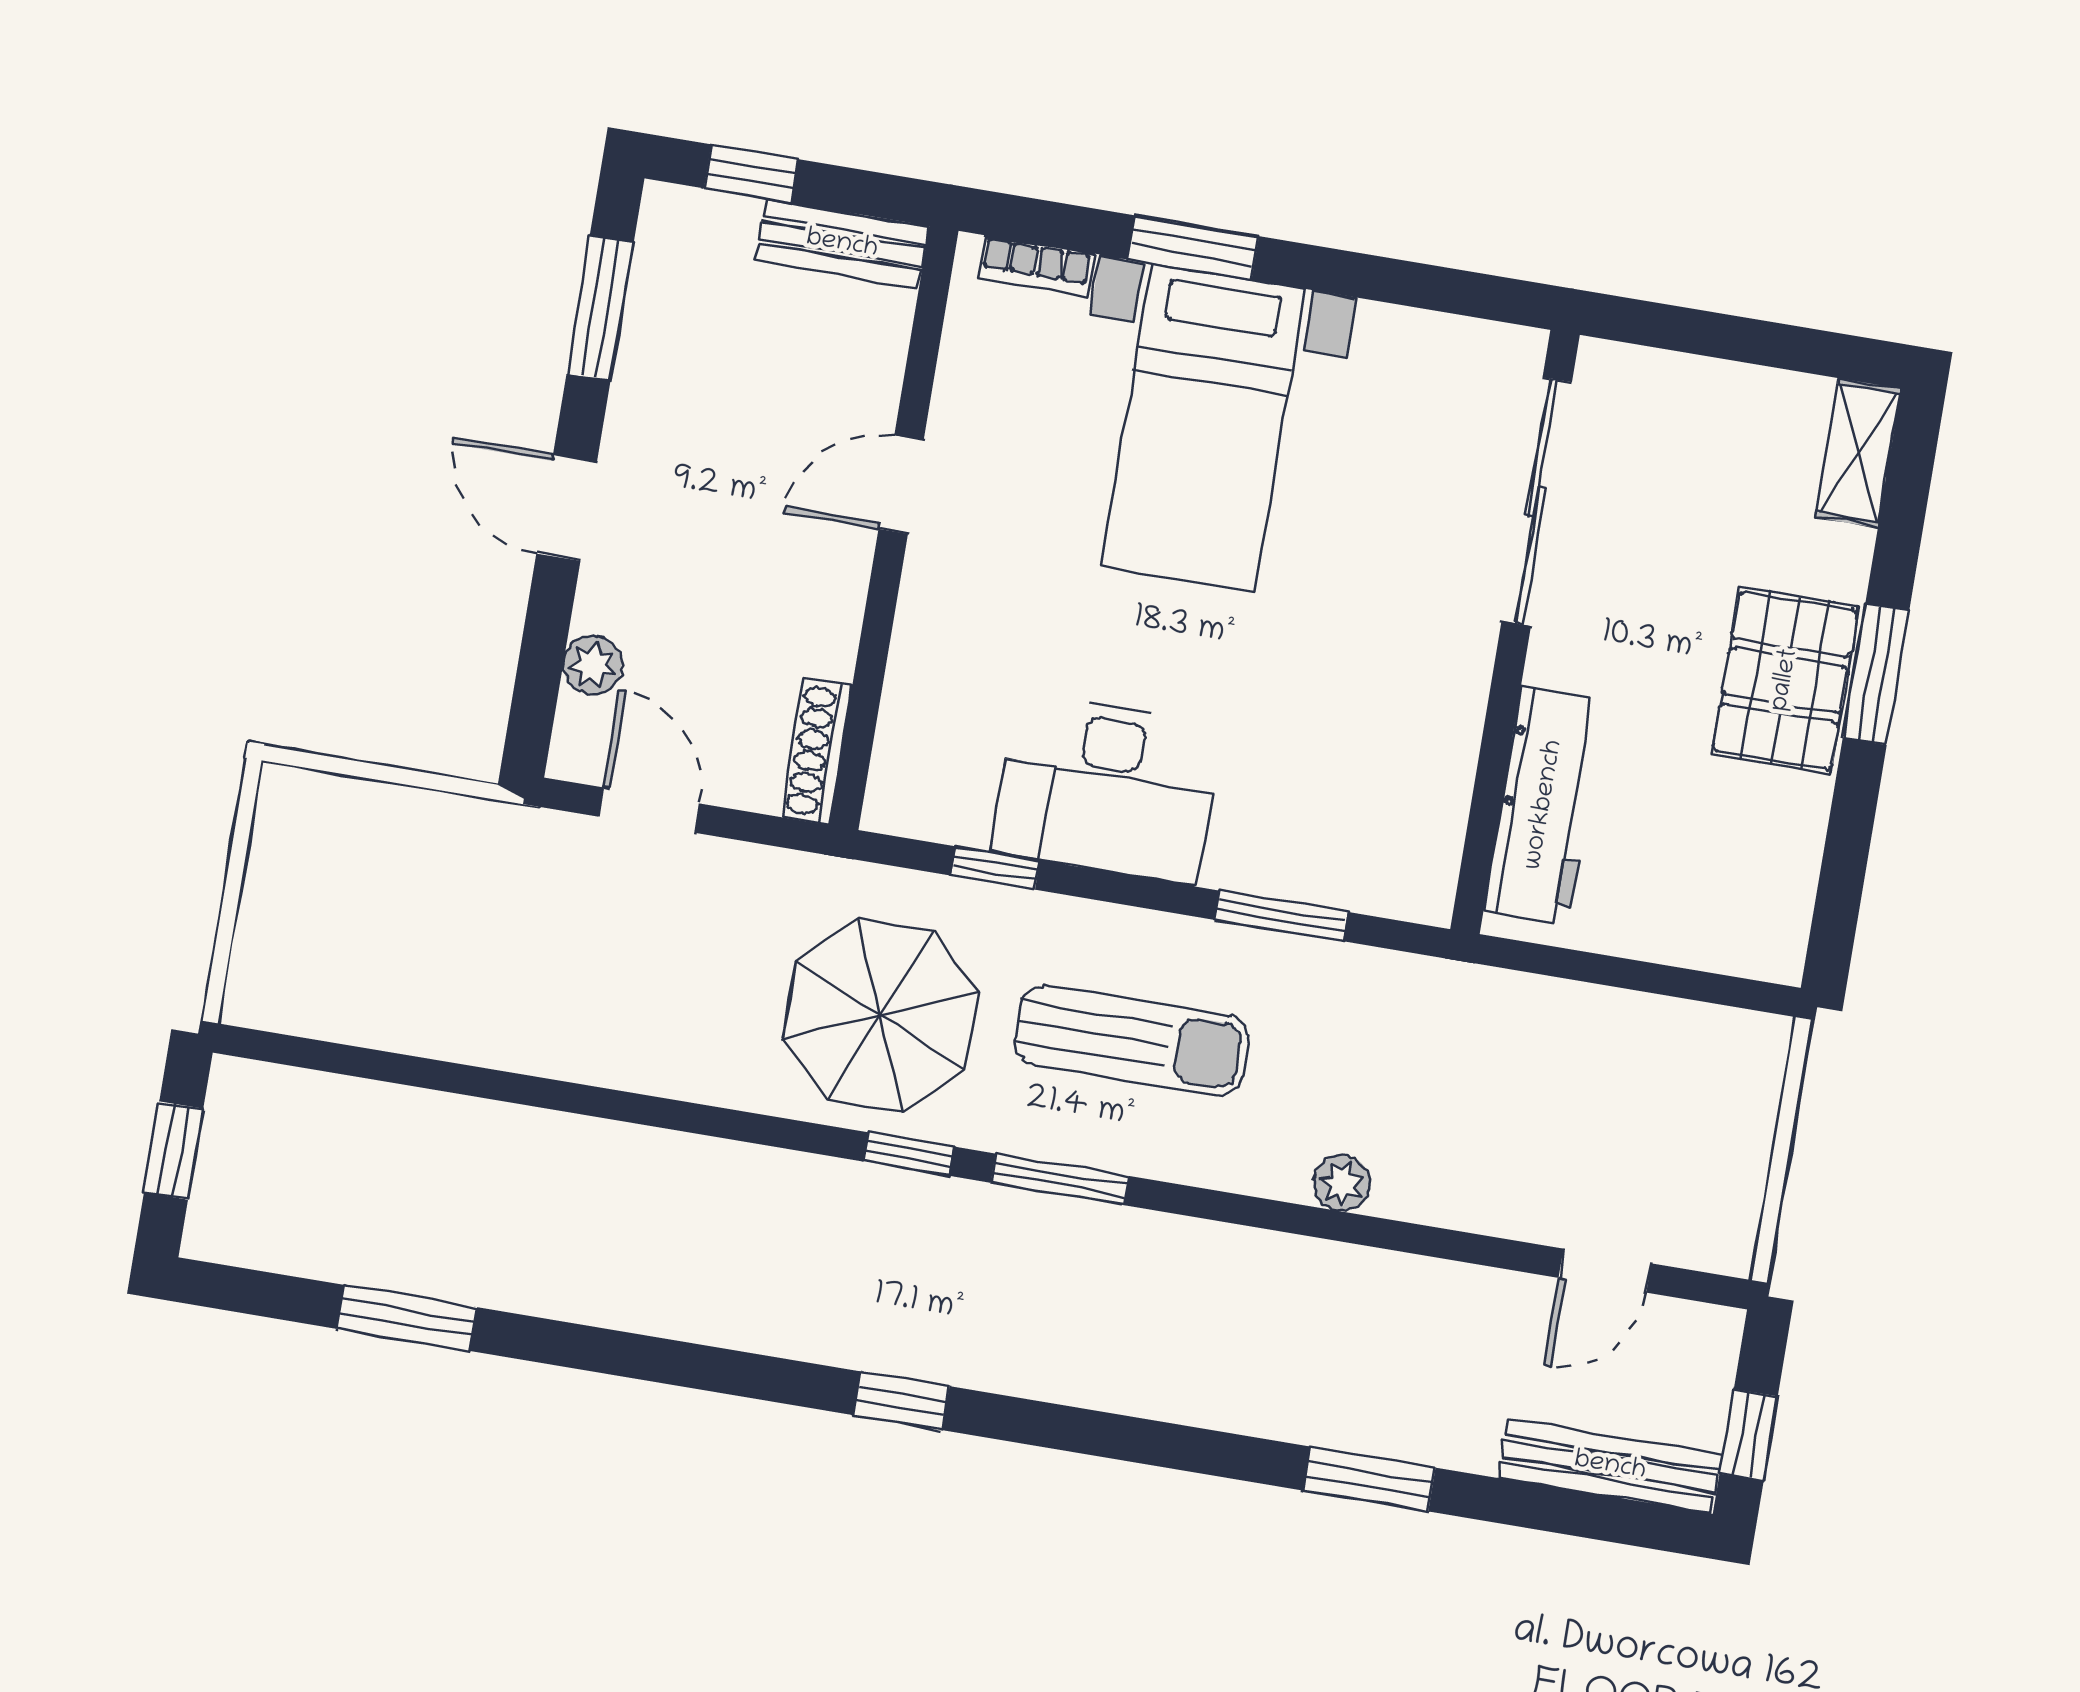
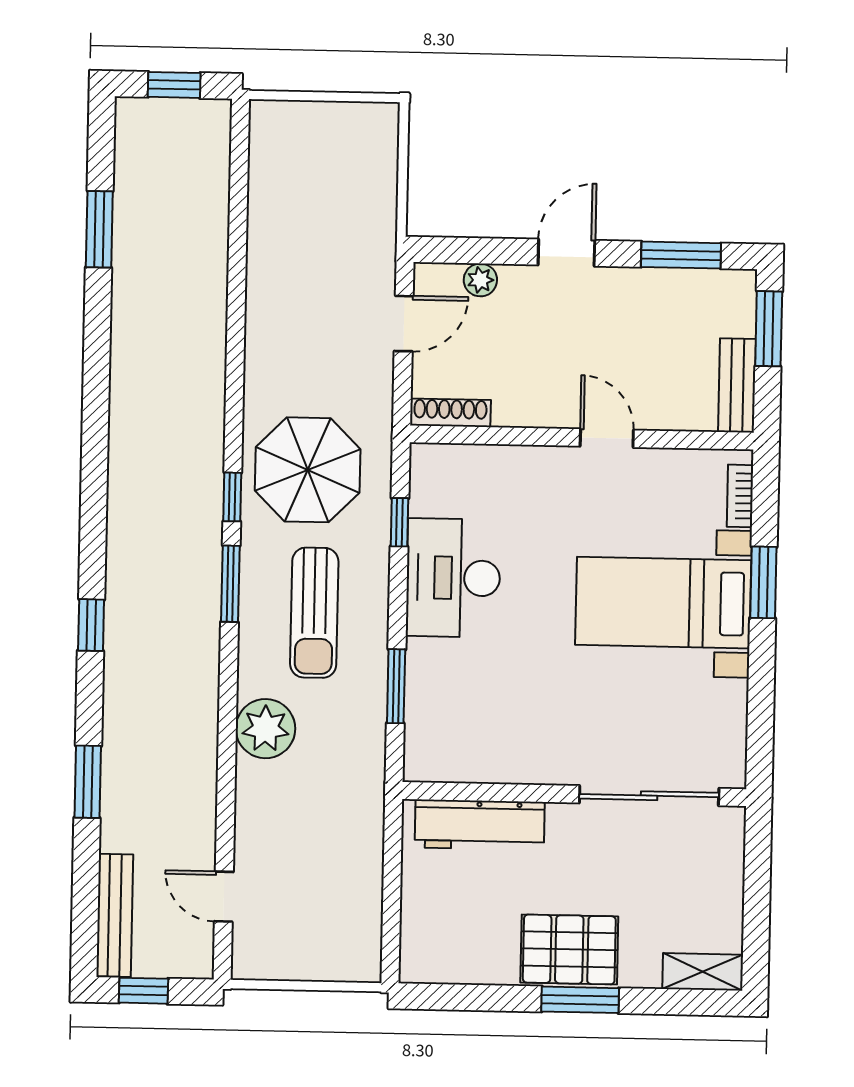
window: (751, 174) -> (769, 329), width x1.50
plant: (1342, 1183) -> (265, 729), width x1.88, depth x1.88
window: (901, 1401) -> (91, 625), moved

